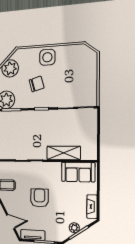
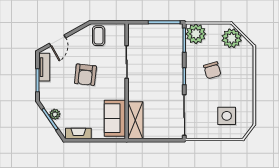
side table: (47, 57) -> (227, 116), moved
shelving: (64, 153) -> (135, 120), moved
armchair: (40, 198) -> (85, 75), turned 96

